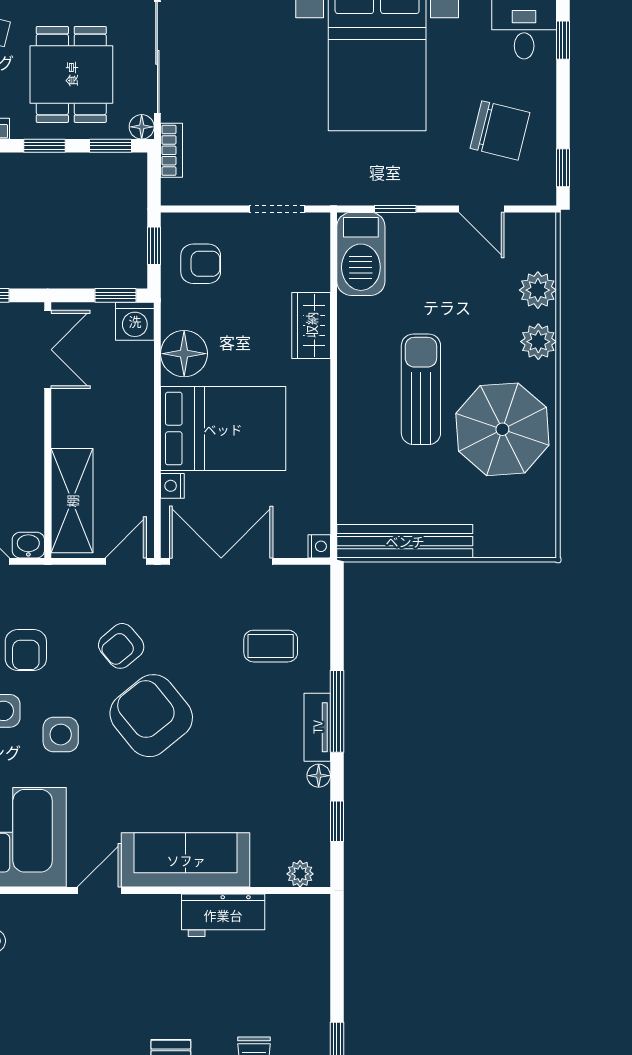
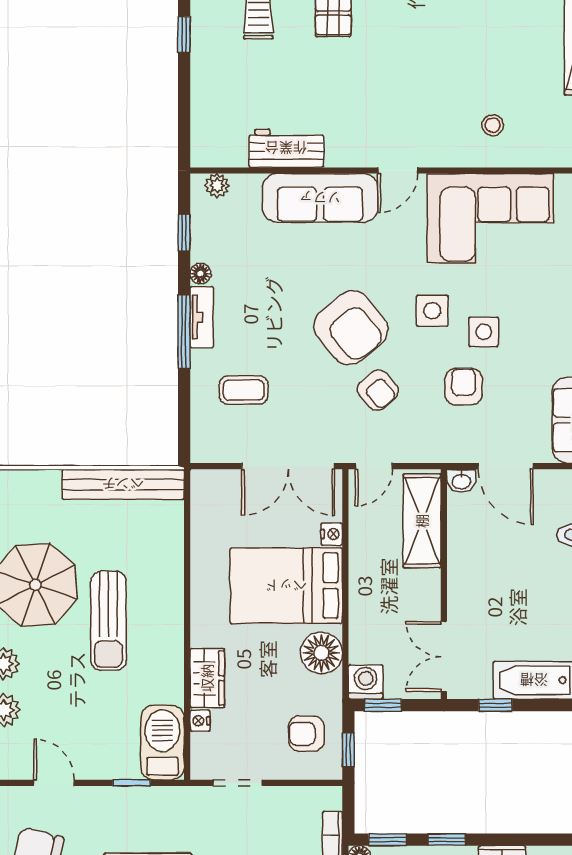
nightstand: (319, 546) -> (200, 721), moved
armchair: (121, 646) -> (378, 390), turned 90

